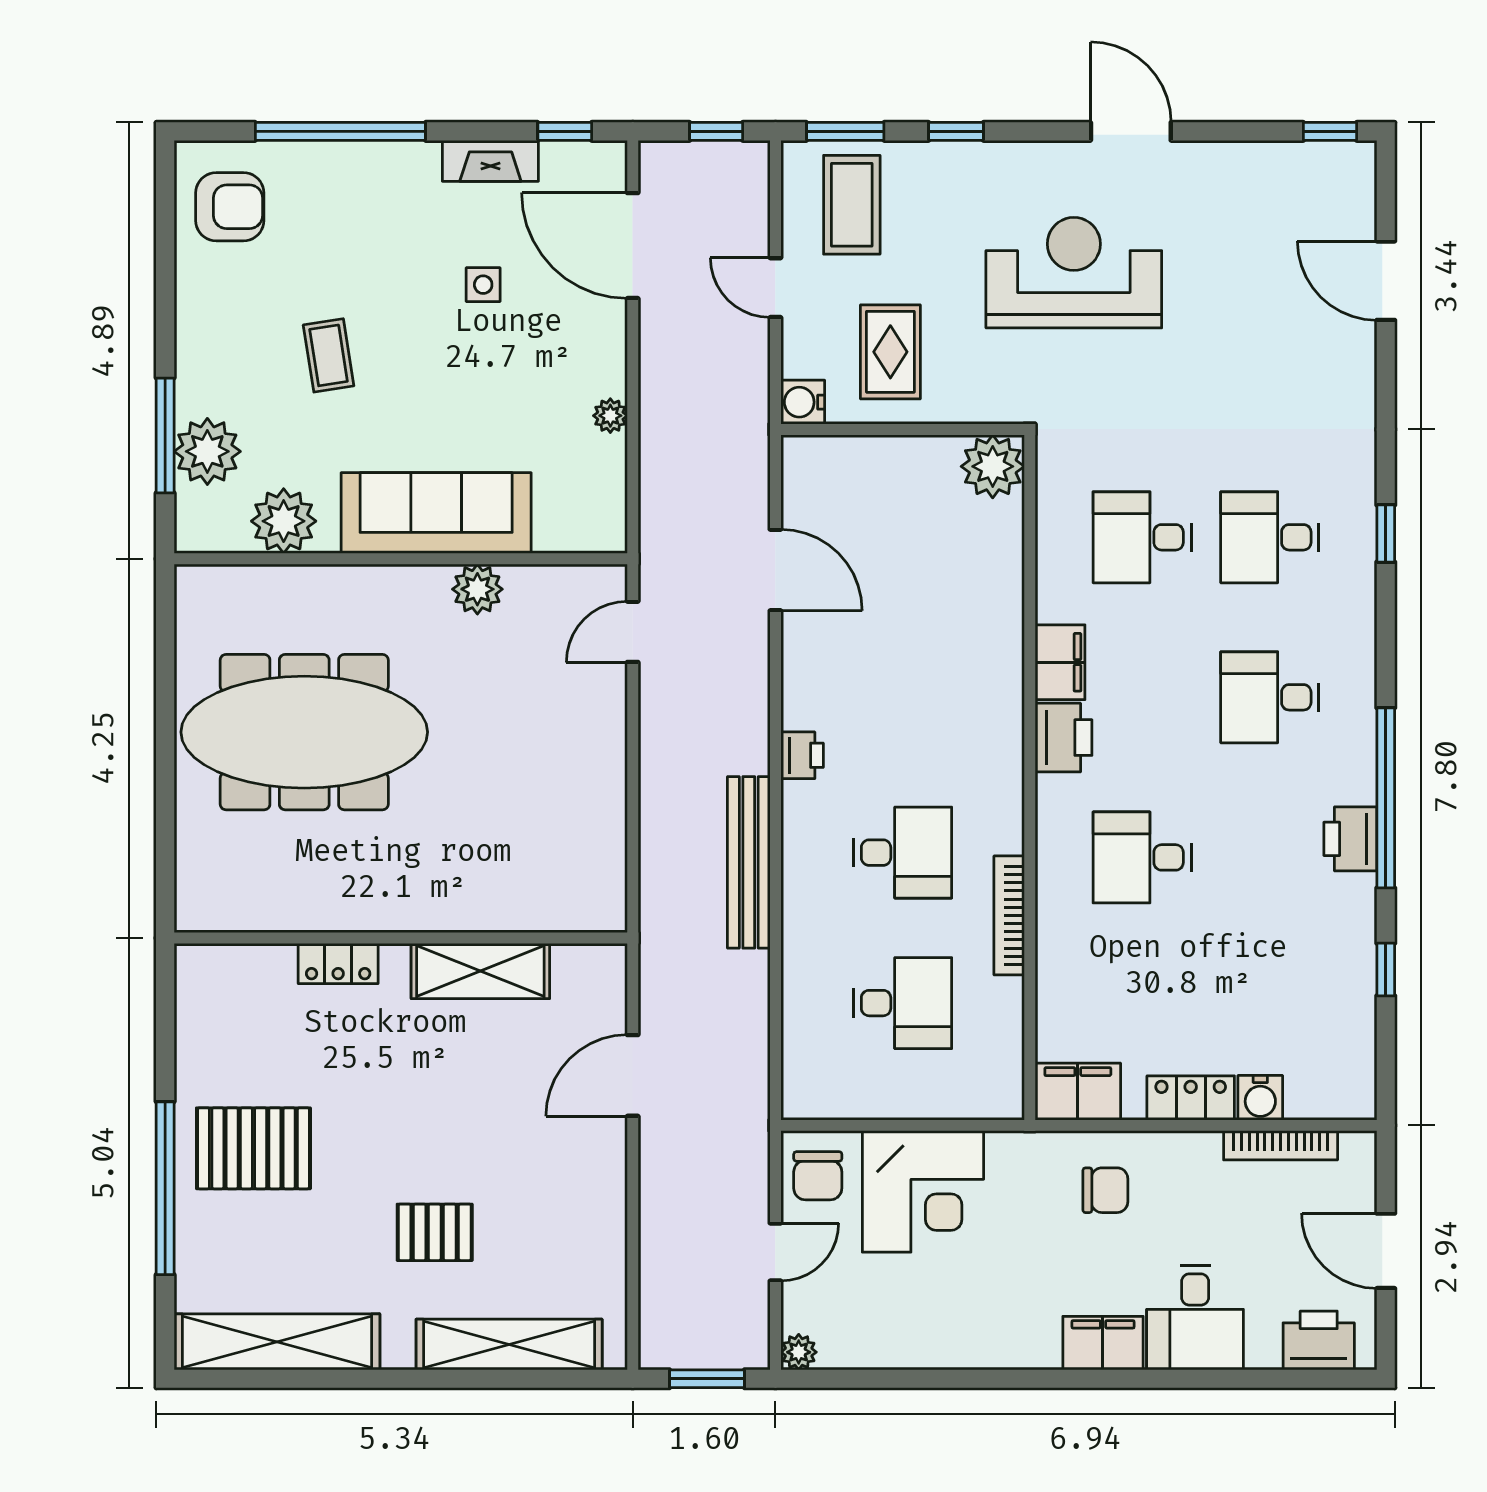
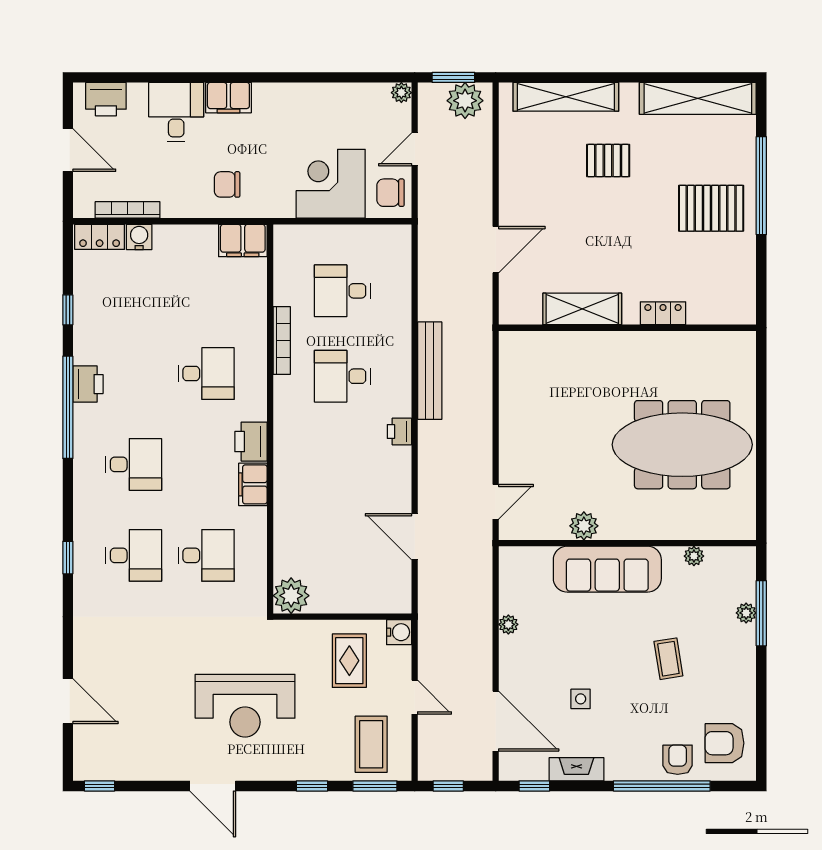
armchair: (312, 178) -> (678, 760), added
plant: (207, 451) -> (746, 613), width x0.53, depth x0.53
plant: (284, 521) -> (694, 556), width x0.53, depth x0.53
locker: (1191, 1098) -> (100, 237), moved
chair: (818, 1176) -> (390, 193), turned -90
plant: (687, 1338) -> (465, 101), added

